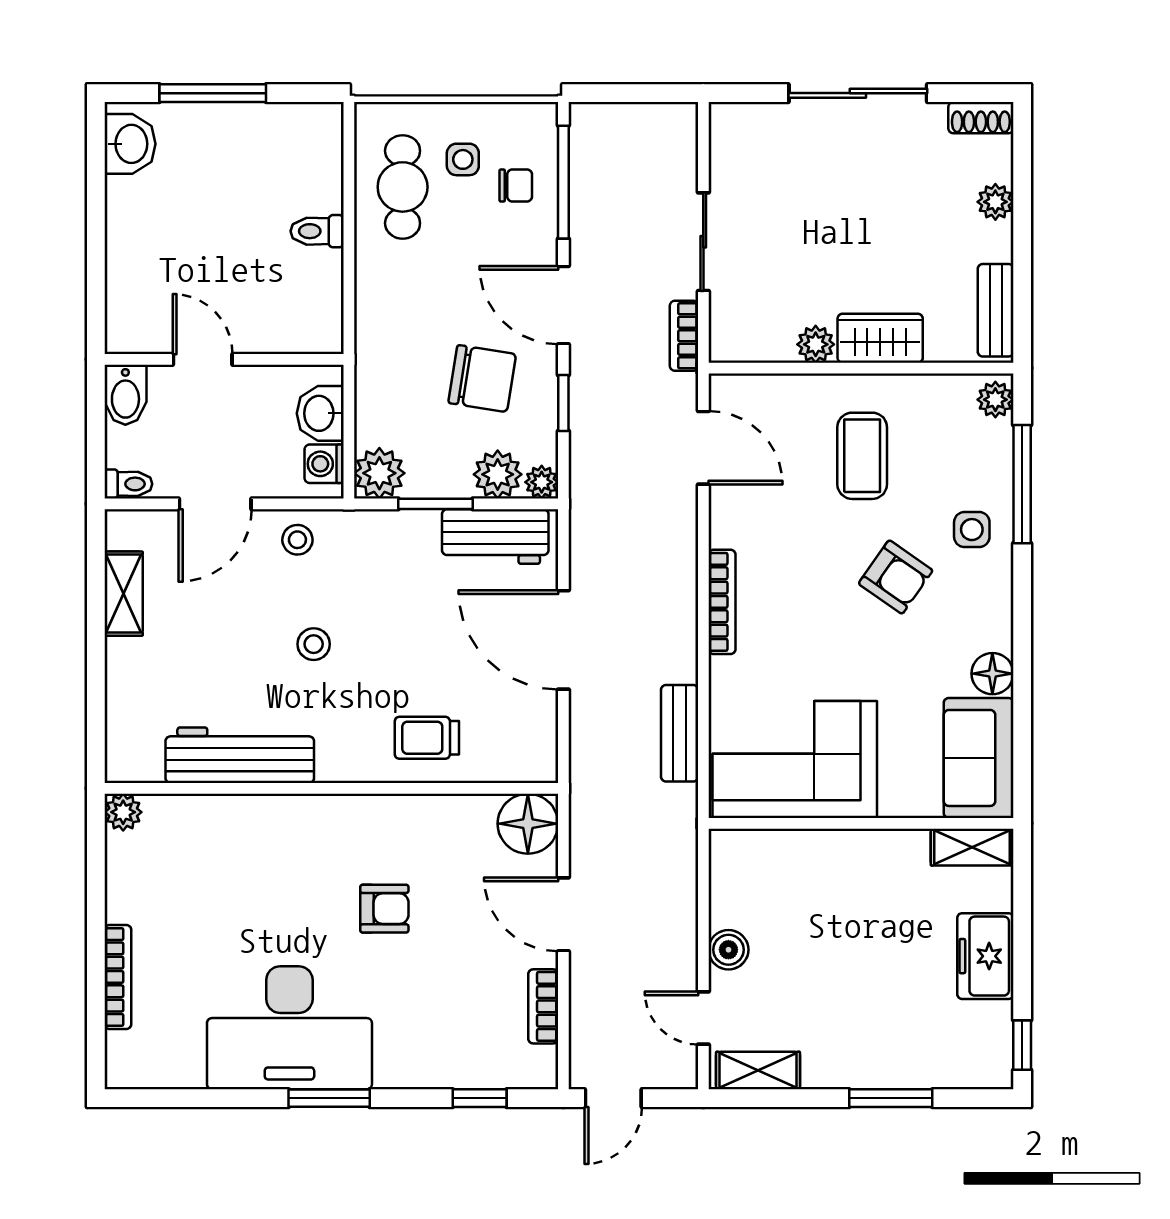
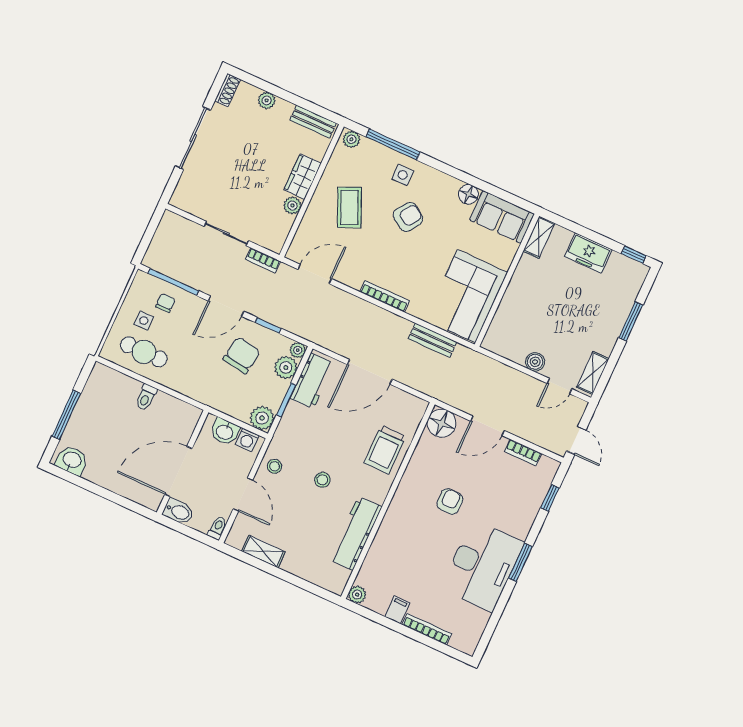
door: (203, 359) -> (178, 471), width x1.87
coffee table: (862, 456) -> (349, 207), turned 66
trolley: (427, 738) -> (385, 450), width x1.36, depth x1.39
filing cabinet: (129, 903) -> (397, 610), added

